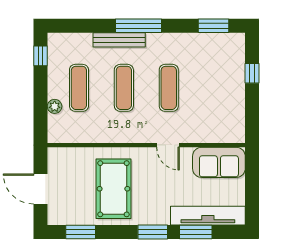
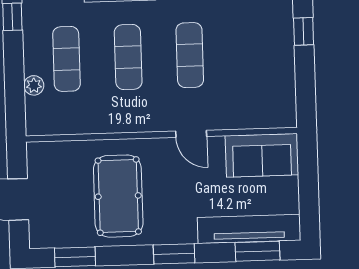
window: (196, 232) -> (258, 251), moved

